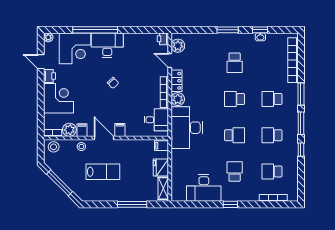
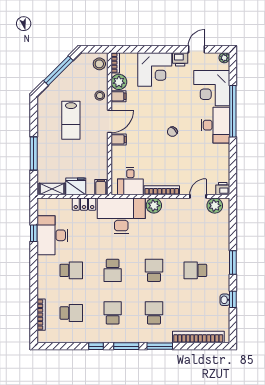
locker: (177, 81) -> (84, 204), moved
school desk: (272, 171) -> (71, 313), turned 90
window: (230, 204) -> (34, 233), moved

